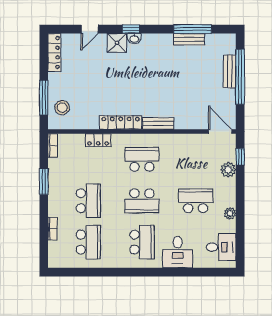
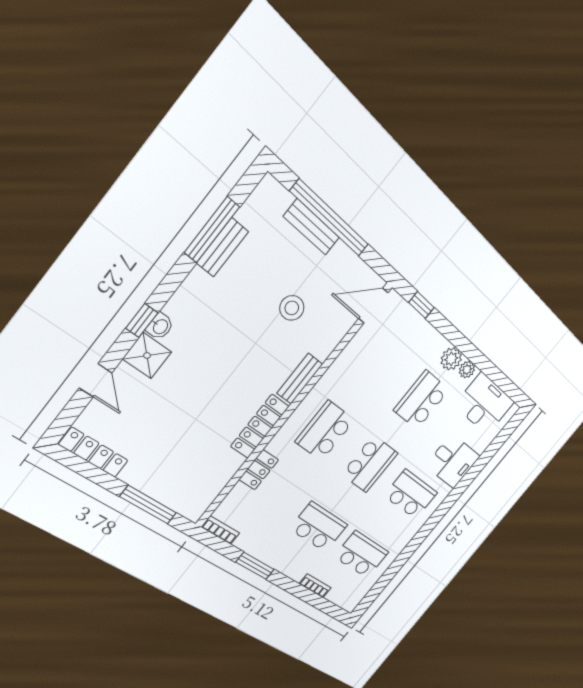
stool: (62, 108) -> (292, 308), moved
plant: (228, 170) -> (451, 359), moved
desk: (221, 247) -> (484, 404), width x1.37

